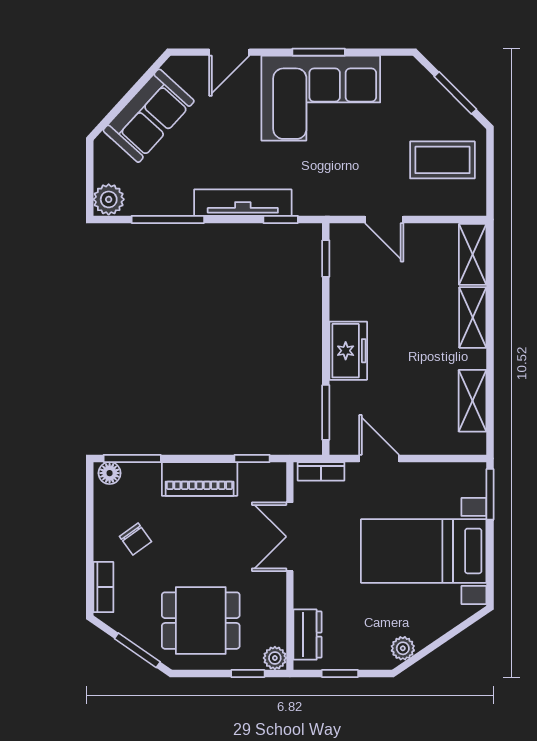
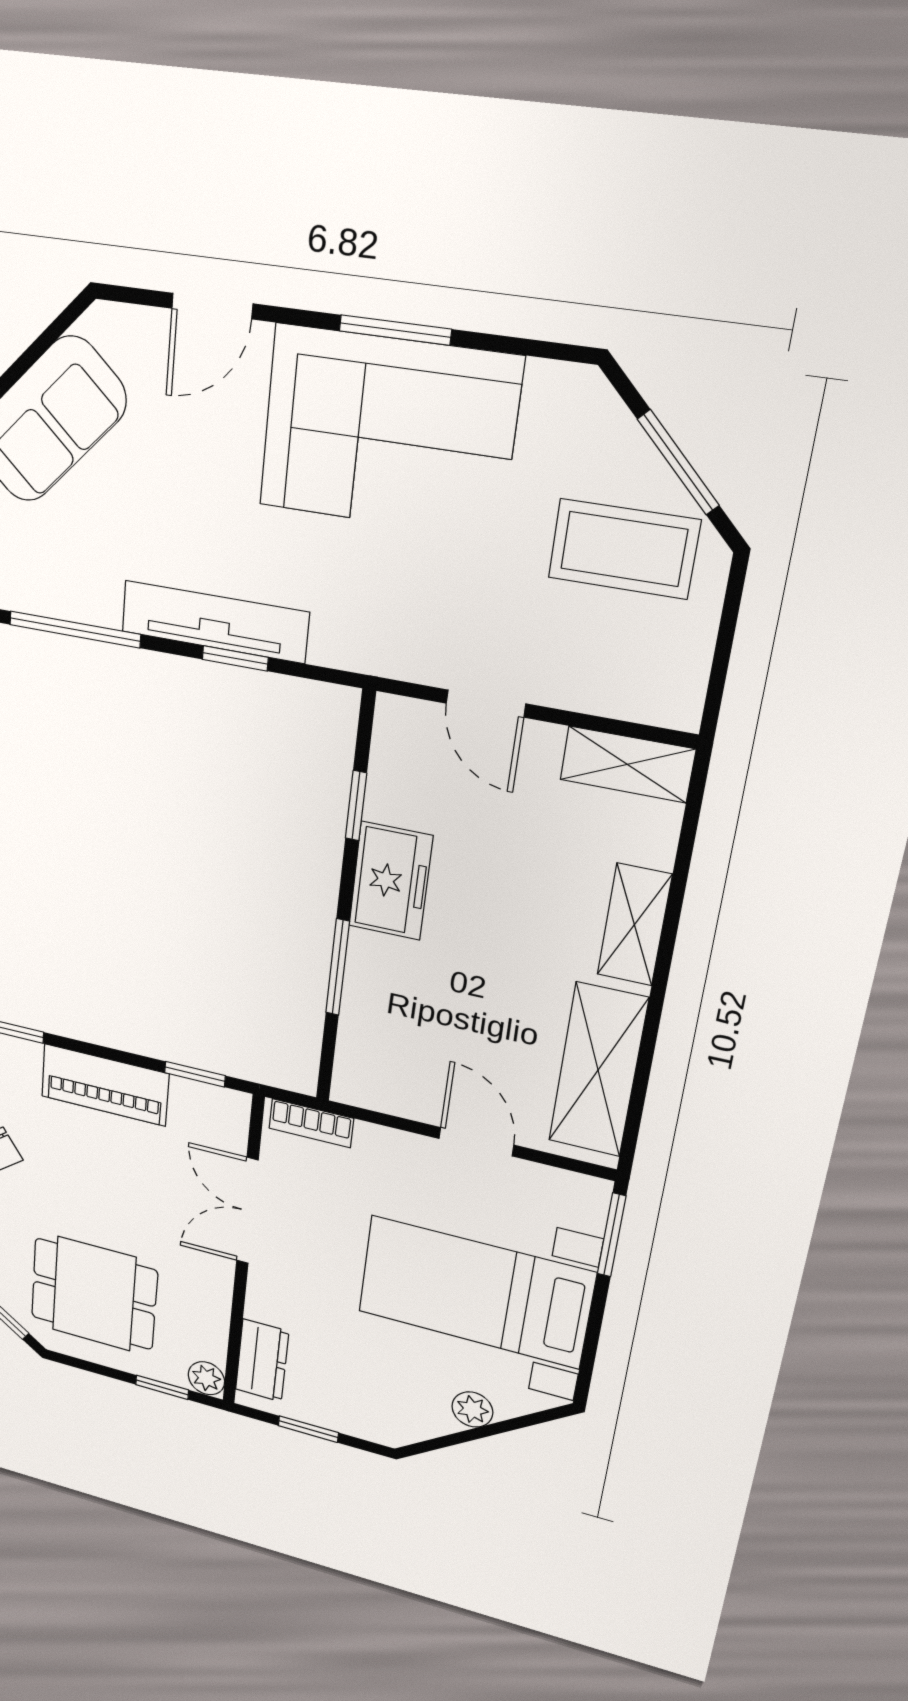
coffee table: (442, 160) -> (624, 549), moved
window: (281, 219) -> (235, 658), moved
shelving: (473, 254) -> (627, 764), moved, turned 90
window: (326, 259) -> (356, 806), moved
freezer: (348, 351) -> (391, 881), moved
shelving: (473, 401) -> (598, 1070), width x1.50, depth x1.33
window: (326, 412) -> (338, 967), moved
door: (379, 458) -> (476, 1142), moved
plant: (403, 648) -> (472, 1409), moved

